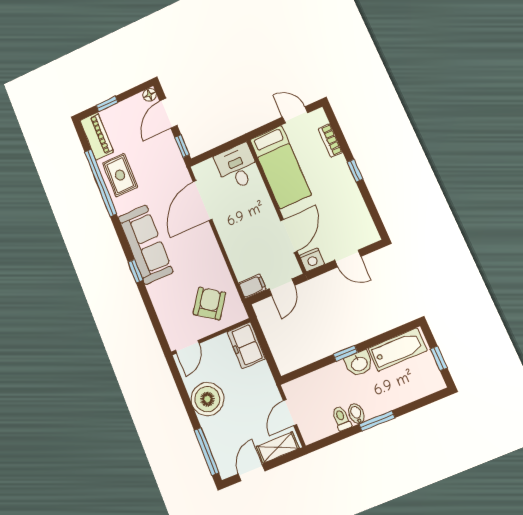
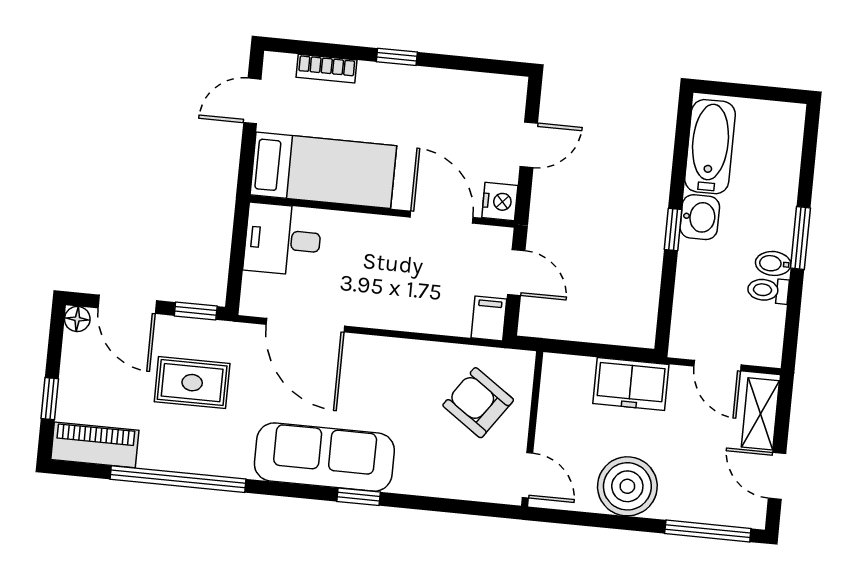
rug: (120, 175) -> (192, 383), moved
freezer: (246, 345) -> (631, 384), moved
window: (439, 358) -> (757, 92), removed

